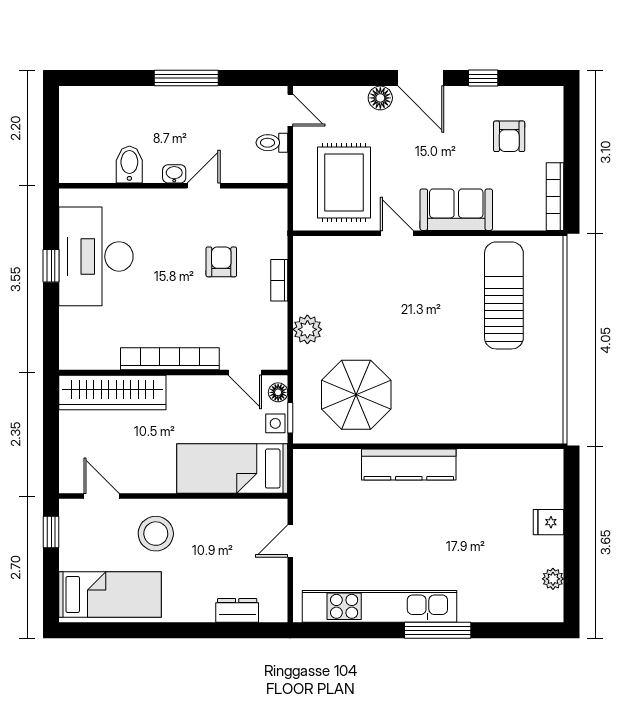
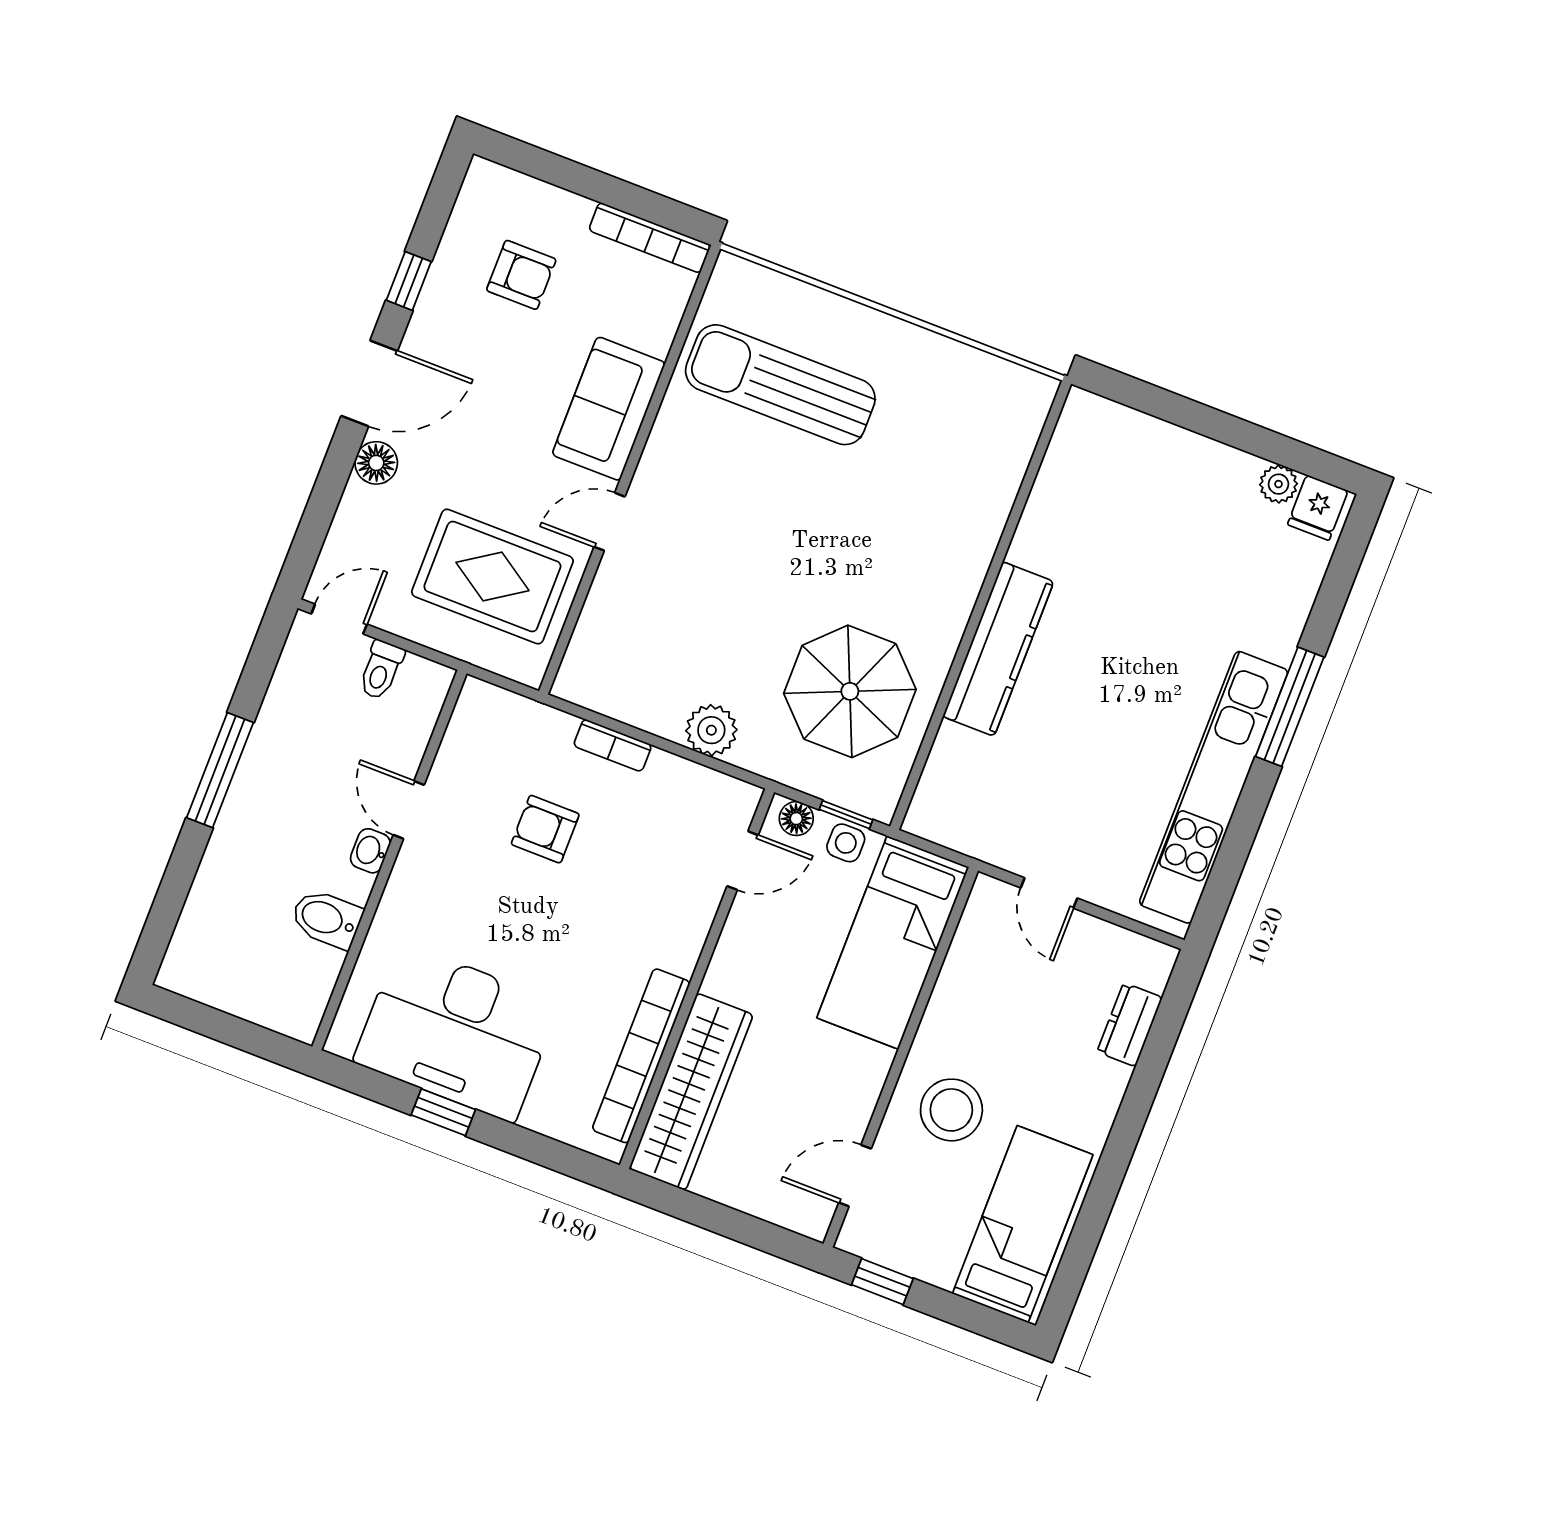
bookcase: (170, 359) -> (641, 1056), moved
fridge: (549, 522) -> (1318, 508), moved

